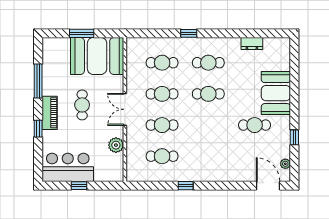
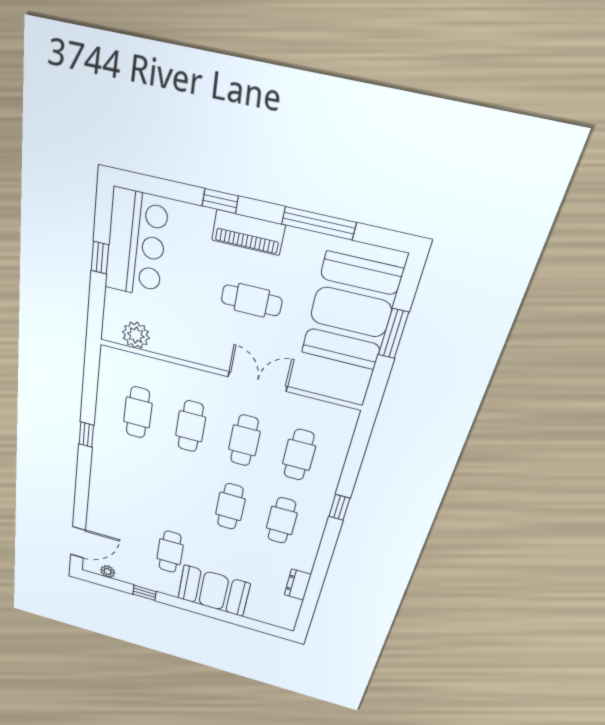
booth: (97, 56) -> (351, 312), moved
double door: (125, 109) -> (258, 382), moved
plant: (116, 145) -> (136, 335), moved

